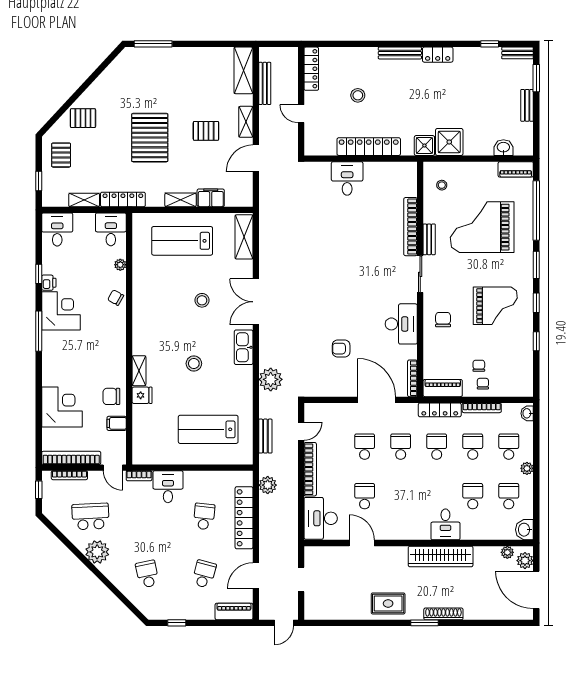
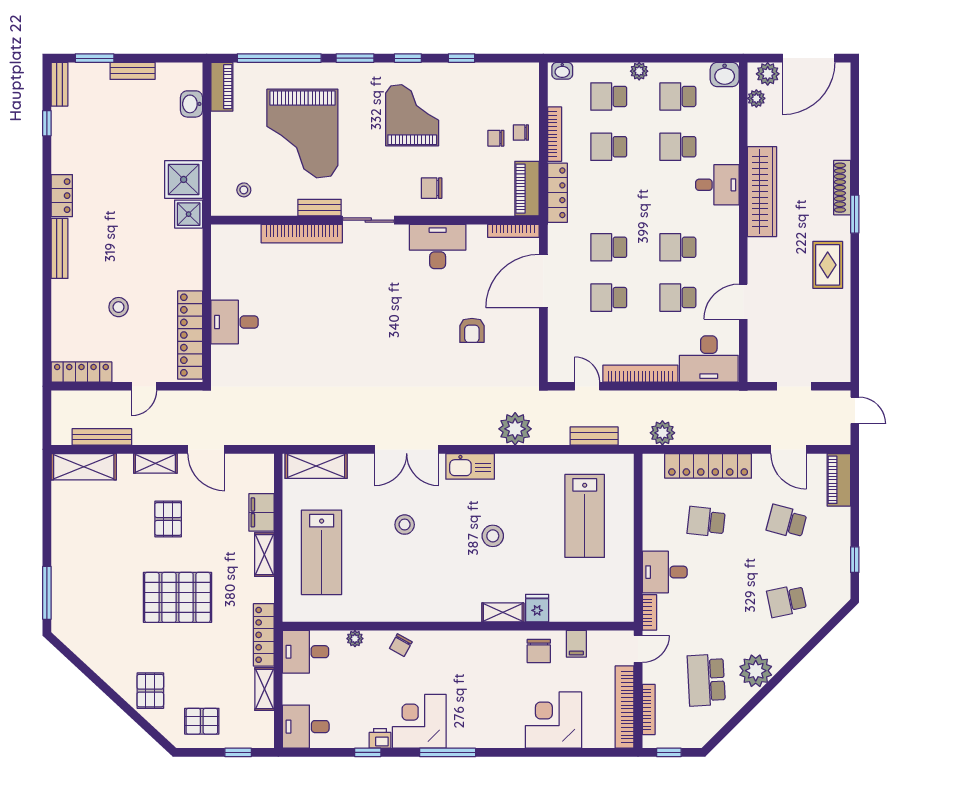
locker: (369, 147) -> (190, 335), moved
school desk: (437, 447) -> (678, 247), moved

